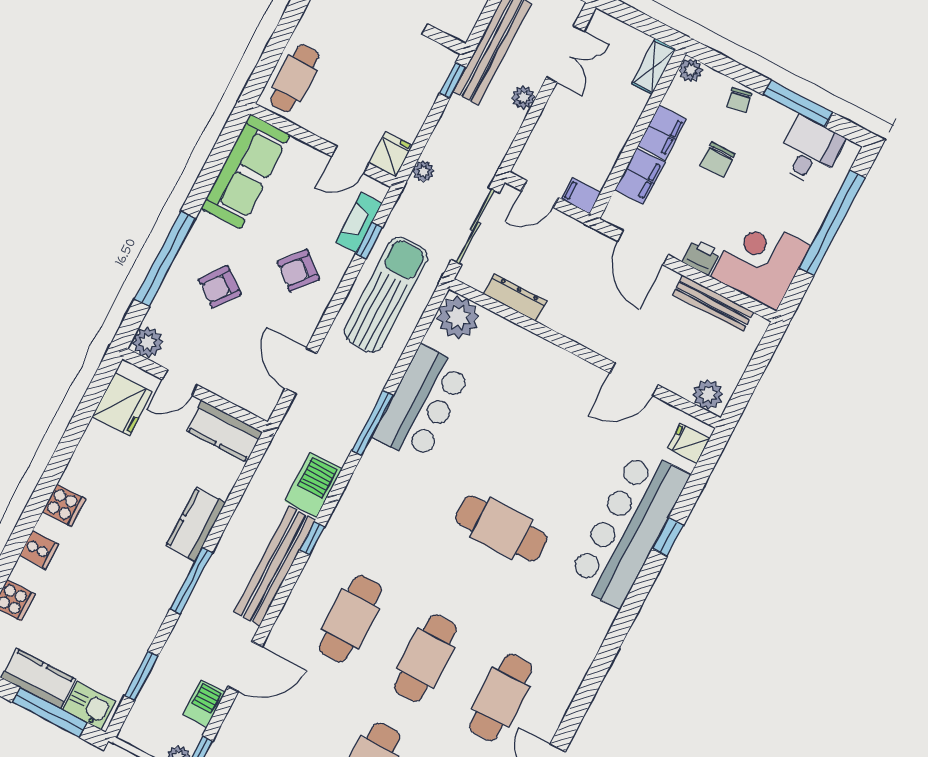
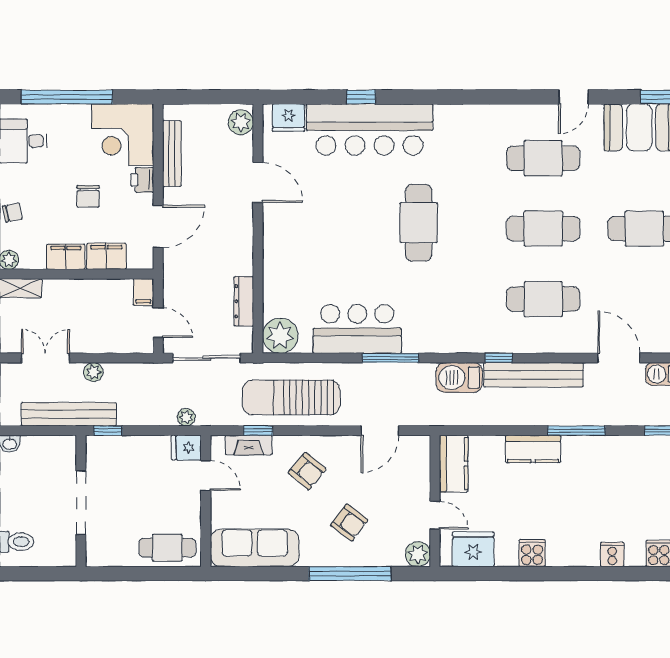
chair: (717, 160) -> (88, 196), moved, turned 90
fridge: (689, 443) -> (289, 118), width x1.38
cooker: (64, 505) -> (532, 553), moved

